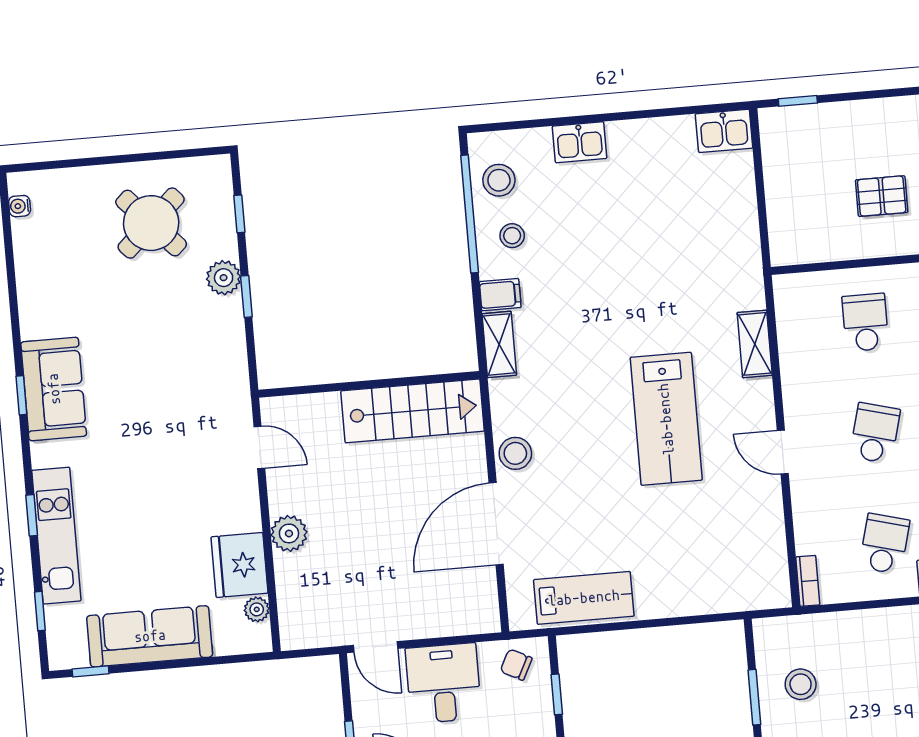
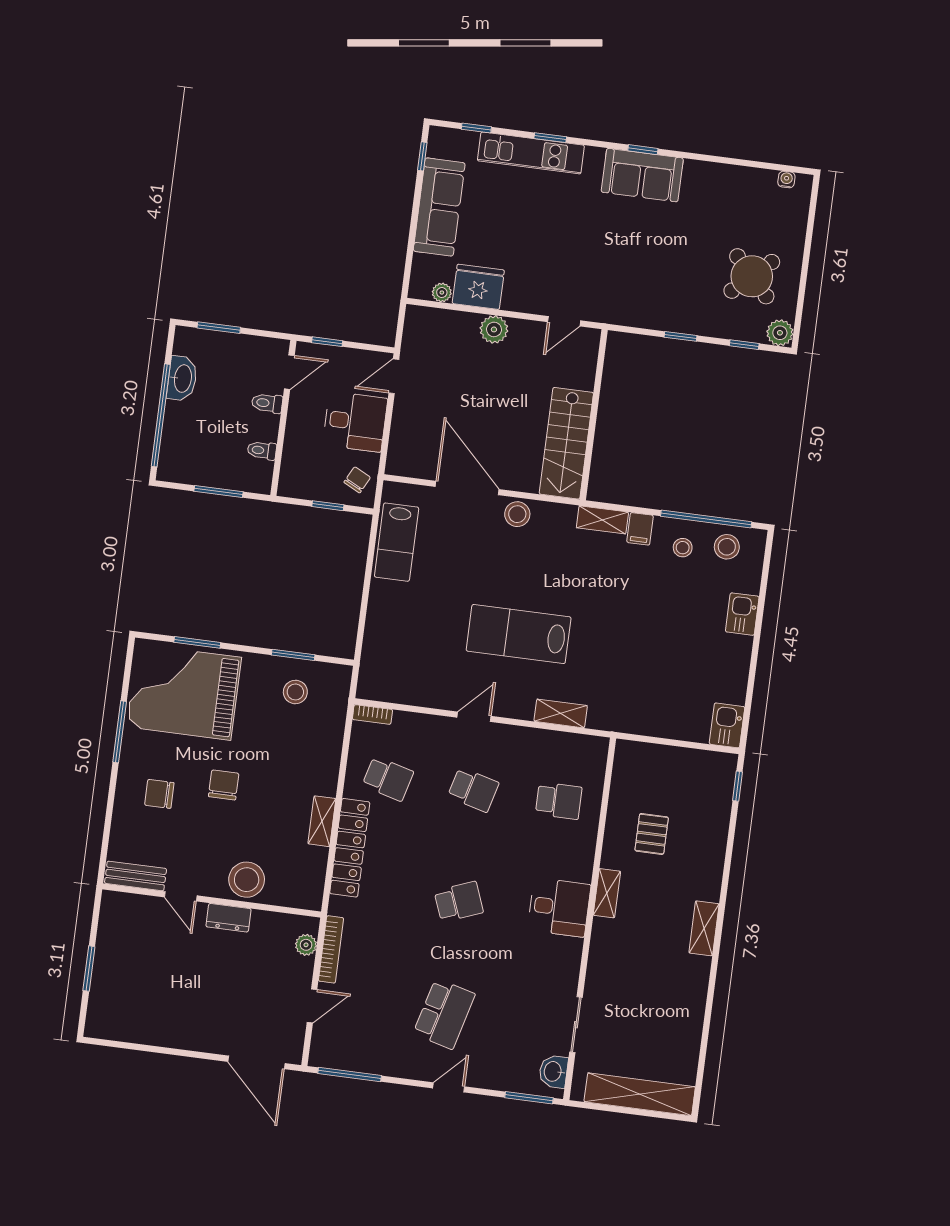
plant: (224, 278) -> (780, 333), moved

